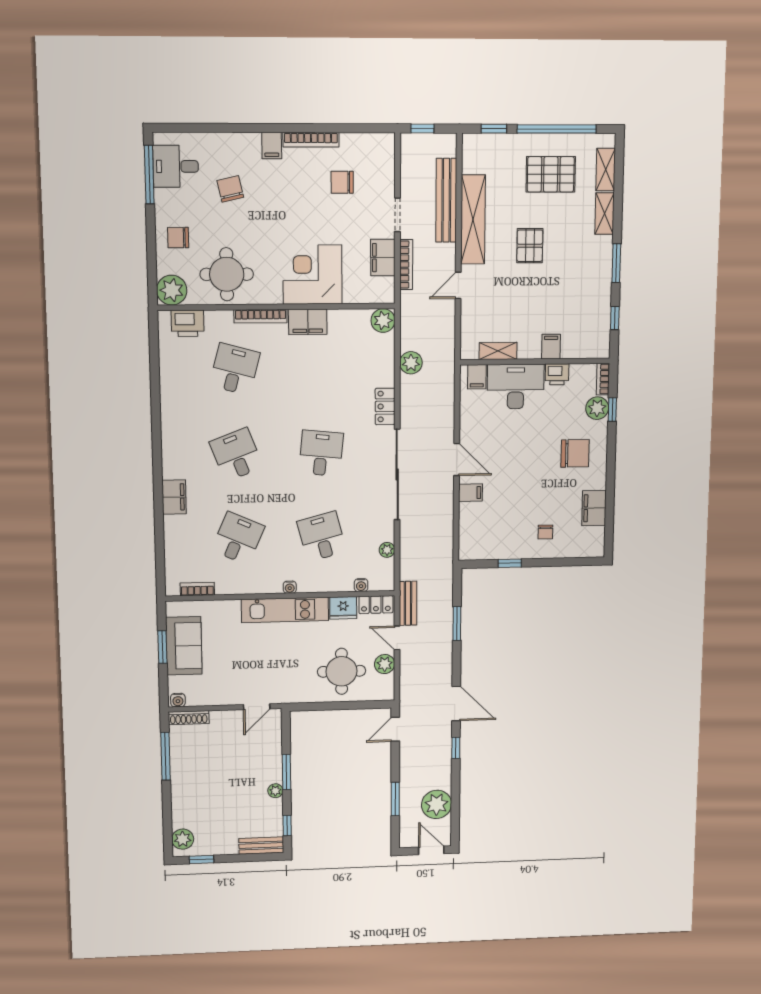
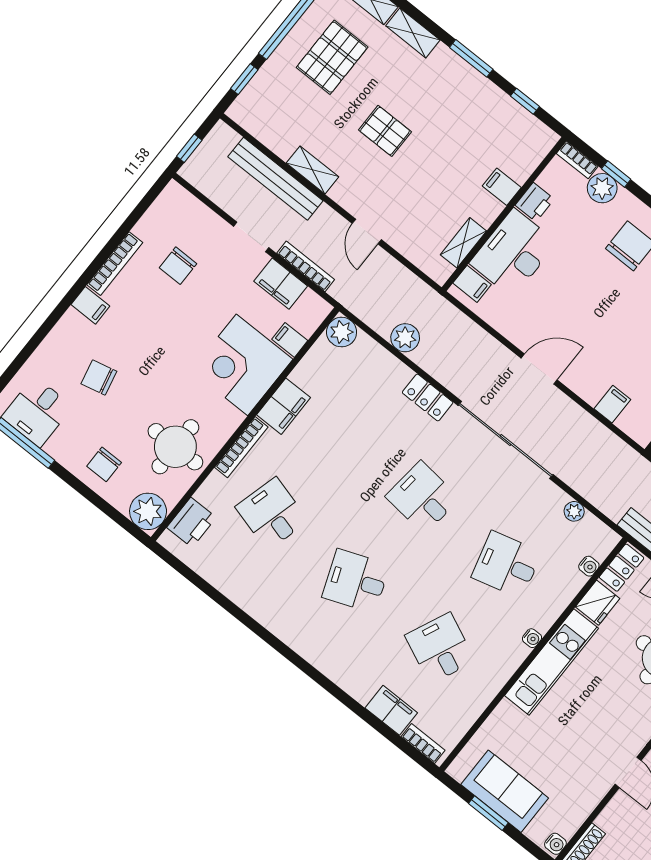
shelving: (473, 220) -> (312, 170), width x0.45, depth x0.75
filing cabinet: (352, 292) -> (290, 340), added
filing cabinet: (471, 493) -> (612, 404), moved
filing cabinet: (174, 497) -> (391, 710), moved
bookcase: (197, 589) -> (423, 743), moved, turned 90

